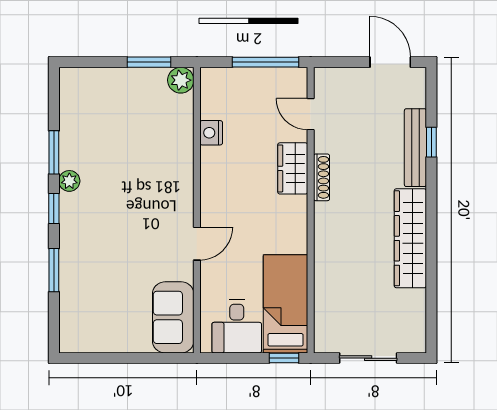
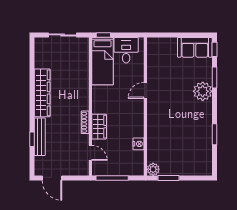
plant: (69, 181) -> (203, 91), moved, width x1.88, depth x1.88
window: (54, 209) -> (215, 49), moved
sofa: (173, 317) -> (195, 47), moved, turned 90

